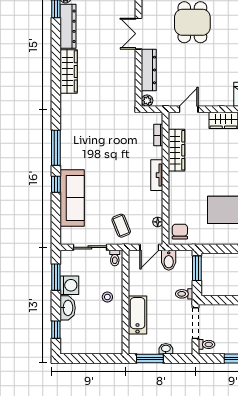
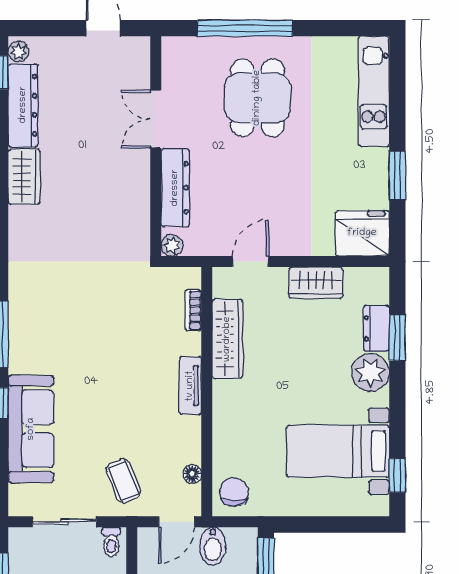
wardrobe: (69, 71) -> (24, 177), width x0.67

